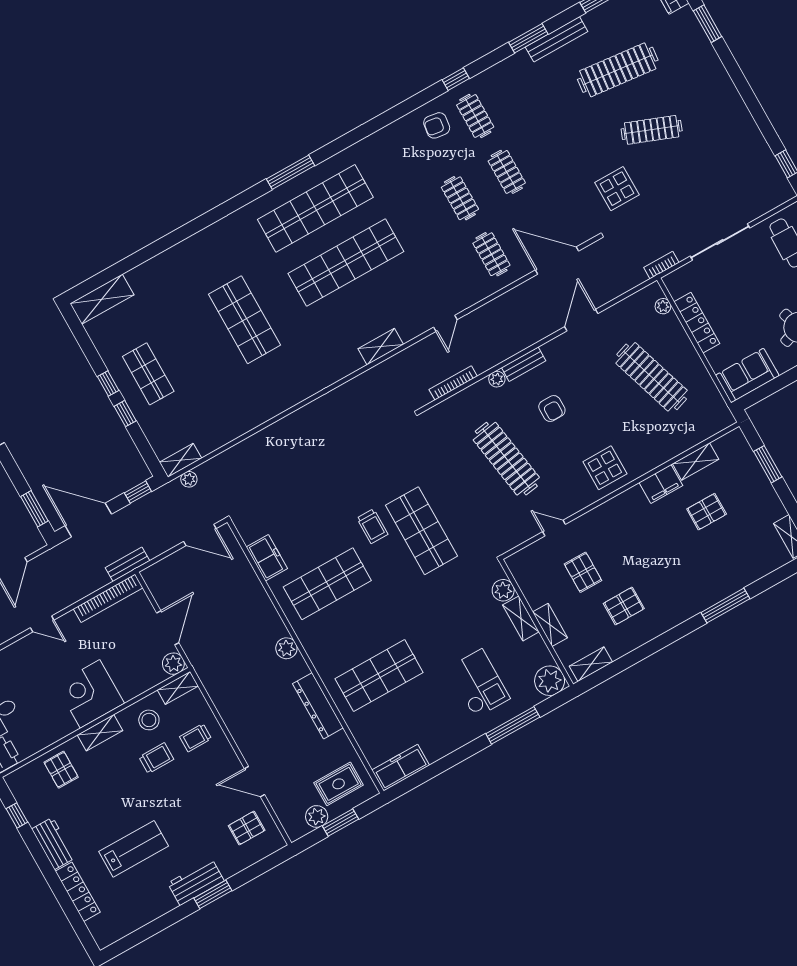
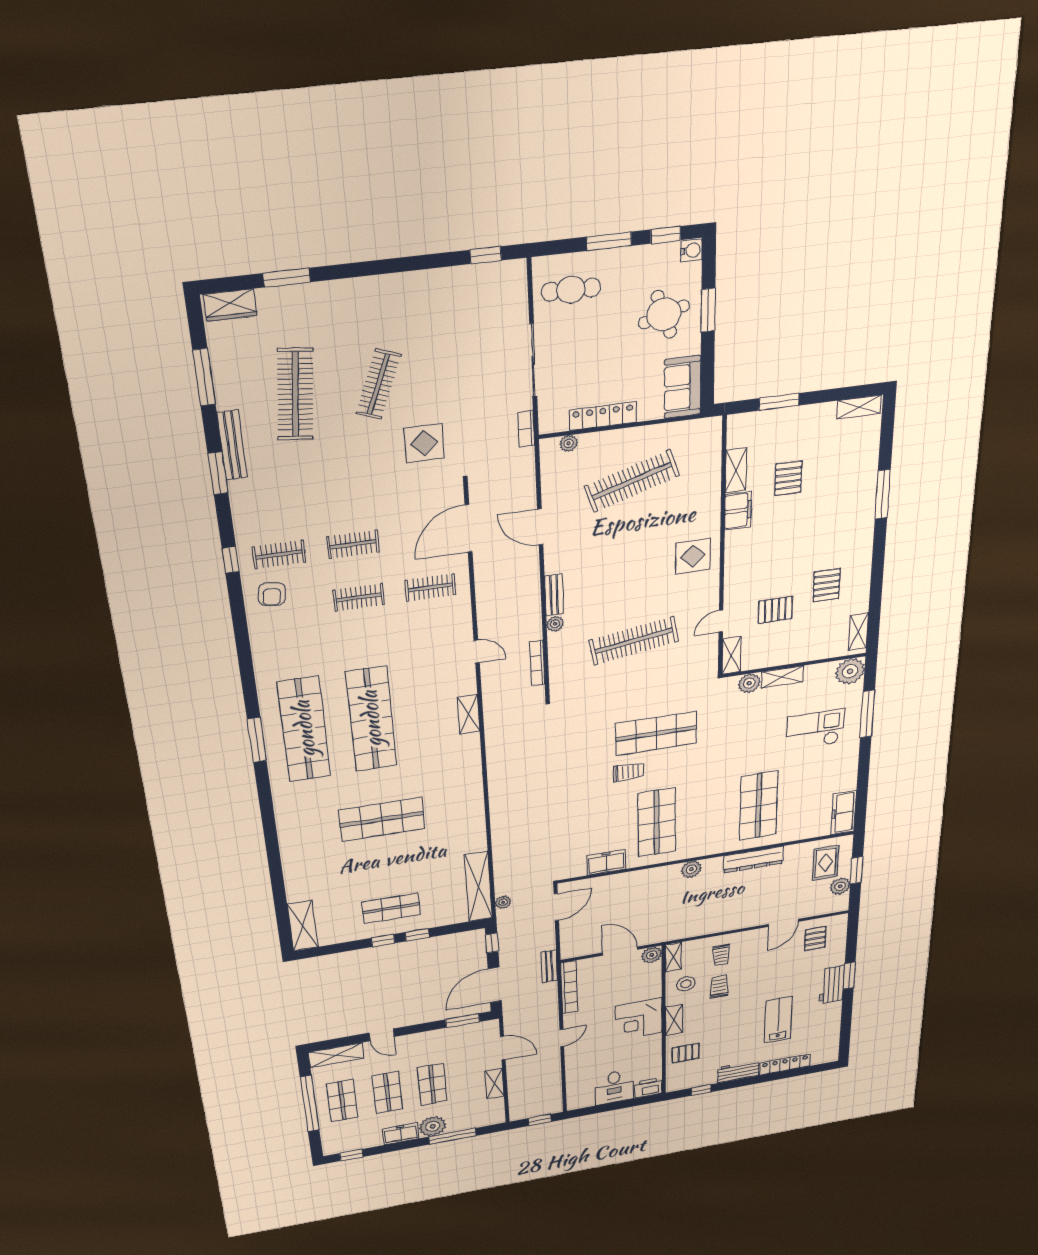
armchair: (552, 408) -> (610, 584), removed
shelving: (181, 460) -> (478, 887), width x2.20, depth x1.33
shelving: (550, 625) -> (731, 655), moved, turned 90

